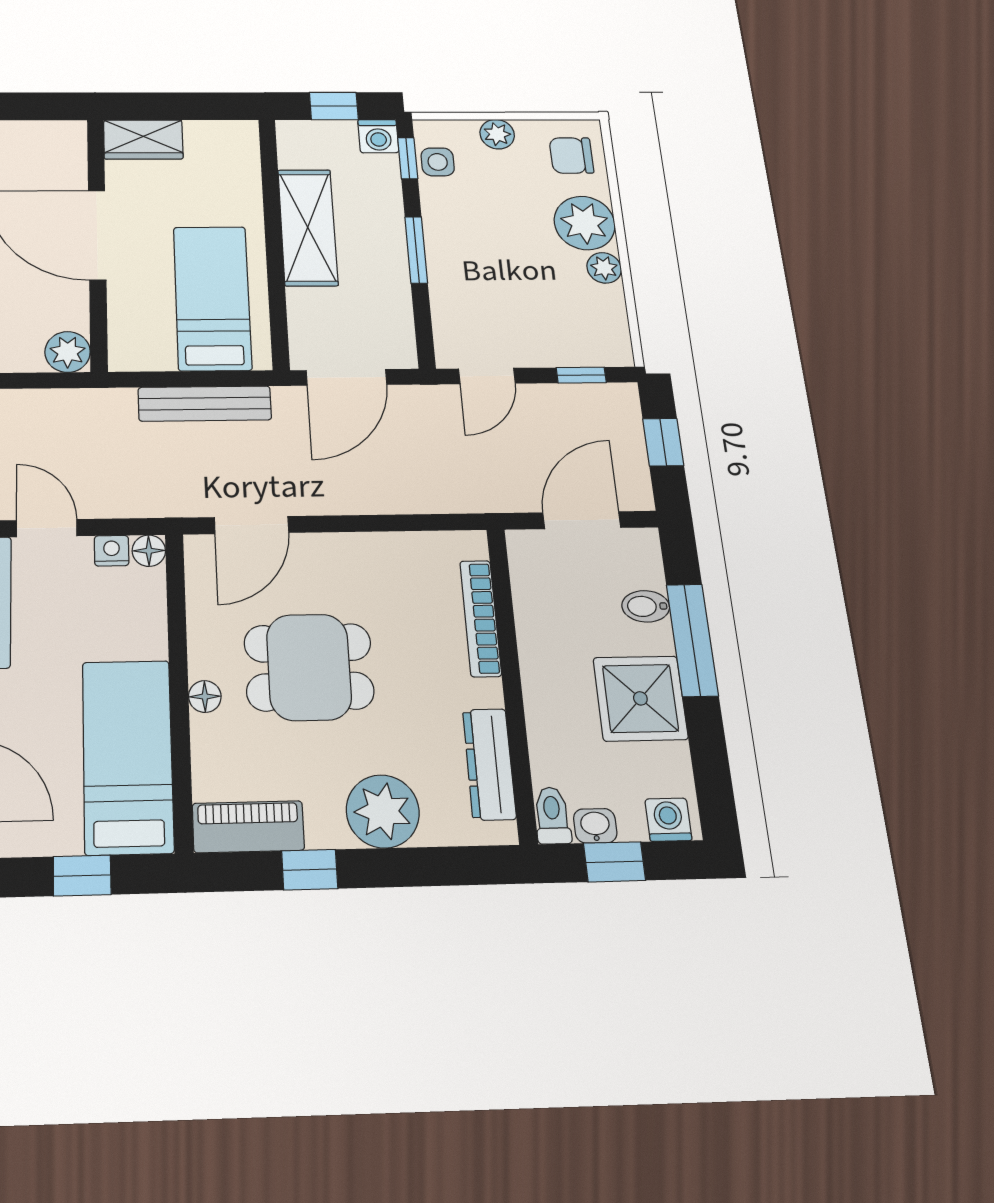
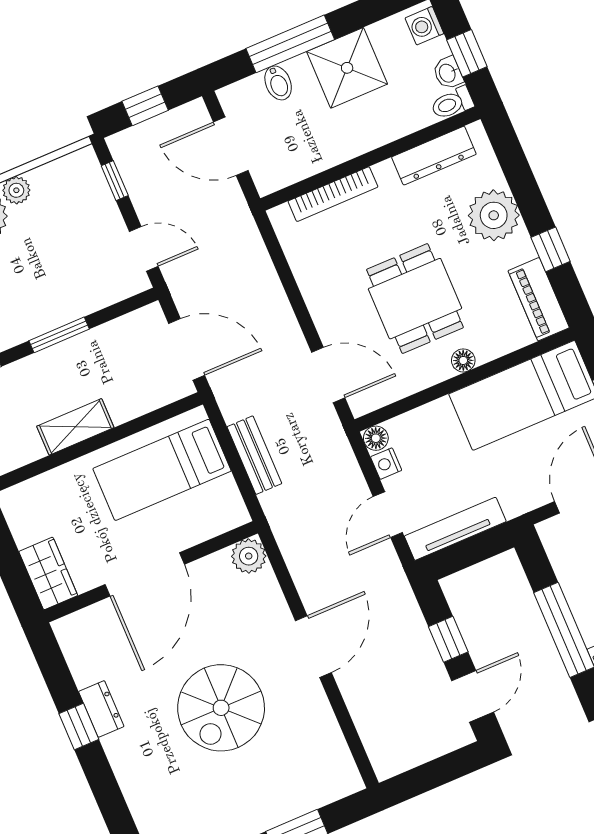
shelving: (308, 227) -> (75, 427), width x0.67, depth x0.75
bench: (205, 404) -> (254, 455), width x0.73

